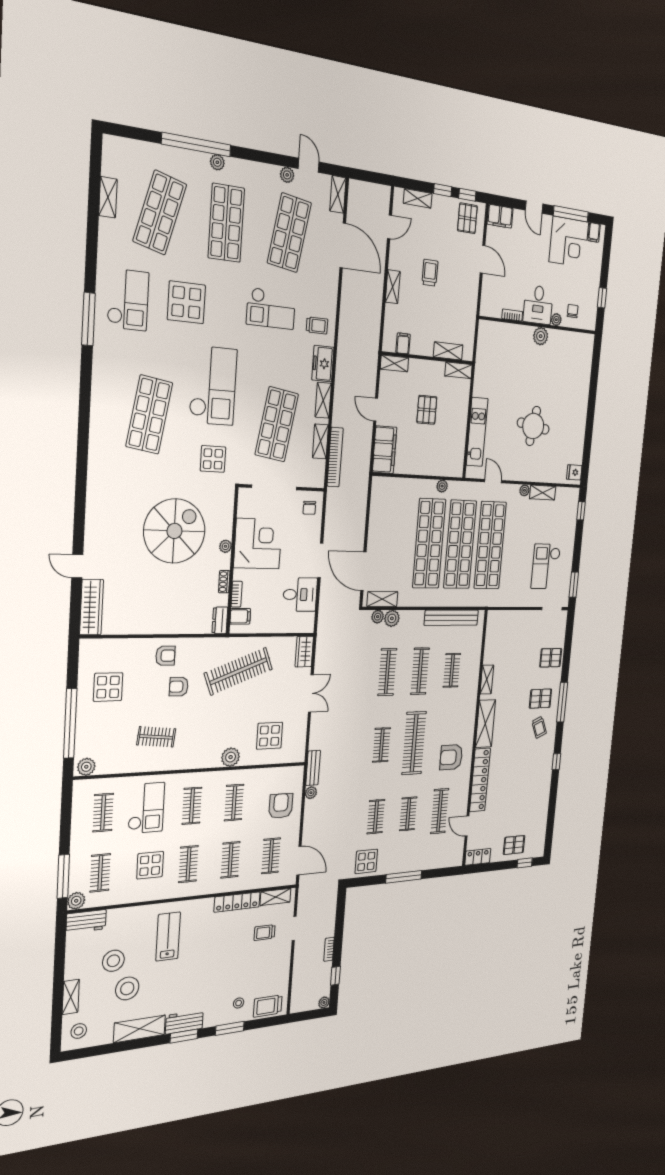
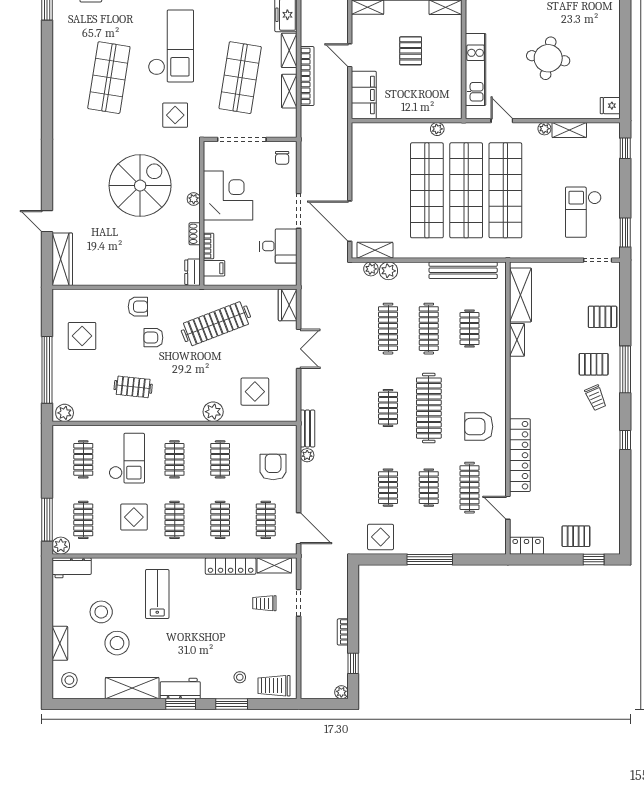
bookcase: (335, 457) -> (307, 76), moved
shelving: (485, 724) -> (520, 295), moved

